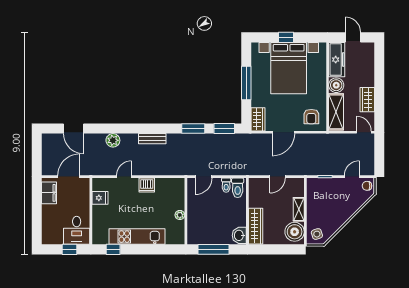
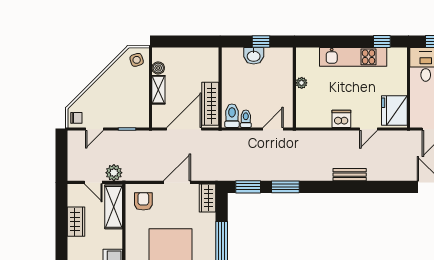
boiler: (336, 85) -> (113, 239), removed
door: (364, 132) -> (93, 182), moved
bench: (152, 139) -> (350, 175), moved
plant: (113, 140) -> (114, 173), moved
door: (277, 177) -> (184, 129), width x1.87
fridge: (100, 198) -> (394, 110), width x1.88, depth x1.34
wardrobe: (256, 226) -> (210, 104), moved
boiler: (295, 232) -> (158, 68), width x0.54, depth x0.54
washbasin: (239, 235) -> (254, 56), moved, turned 90
window: (214, 249) -> (261, 42), width x0.46

